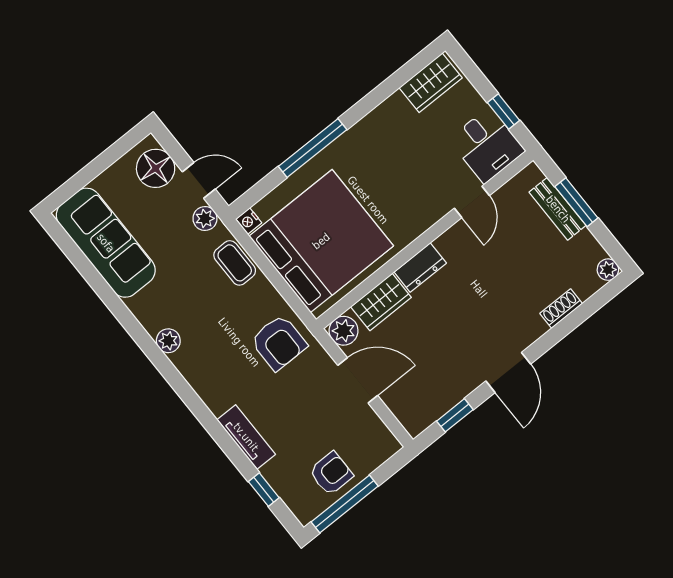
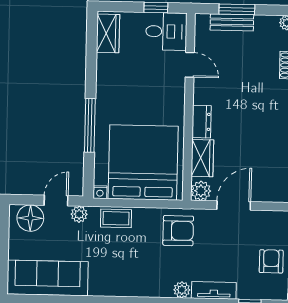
plant: (168, 341) -> (182, 290), moved

